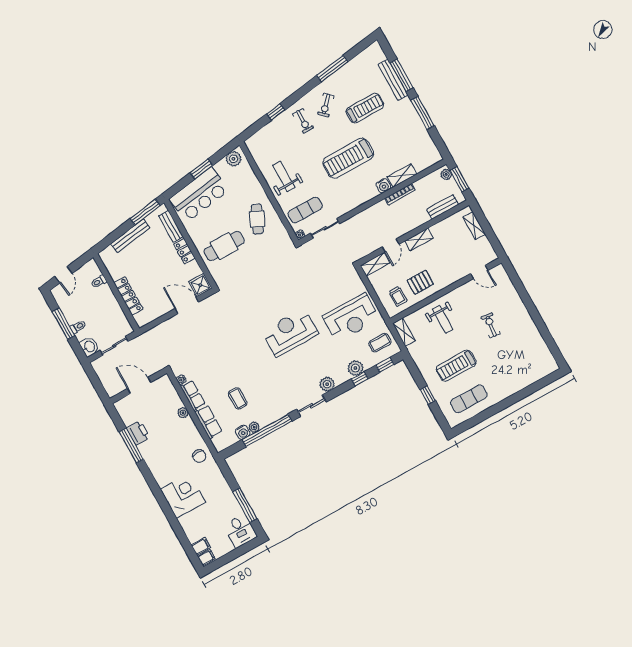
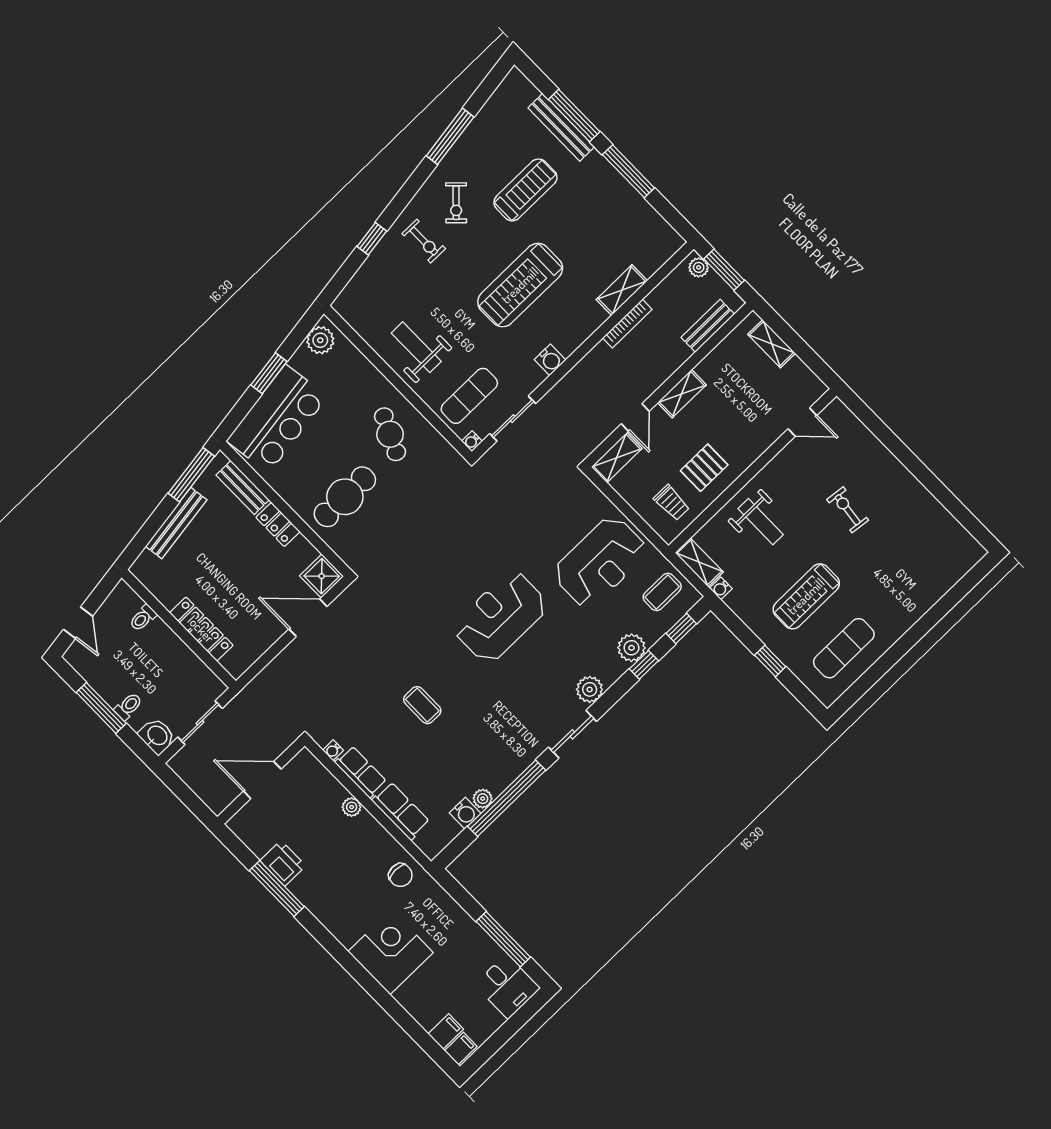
water cooler: (383, 186) -> (550, 360), moved
water cooler: (412, 349) -> (721, 588), added
coffee table: (238, 398) -> (422, 705), moved

